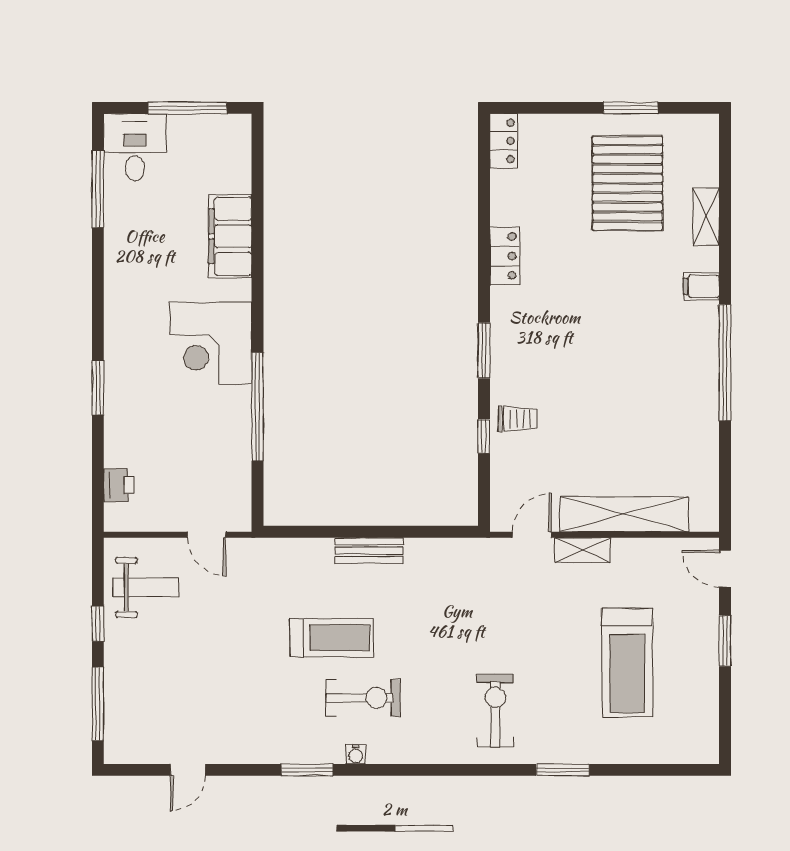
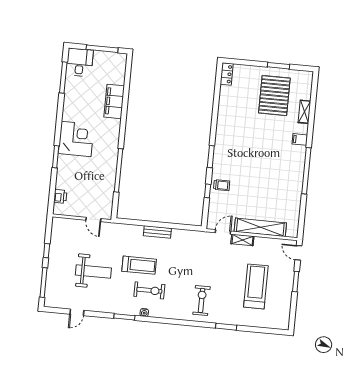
locker: (505, 256) -> (223, 120), removed
corner desk: (211, 343) -> (76, 139), moved, turned 180
weight bench: (146, 587) -> (93, 272), moved, width x1.36, depth x1.33
treadmill: (627, 663) -> (256, 286), turned 180

